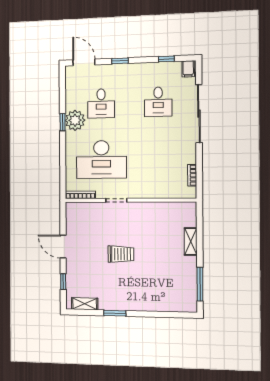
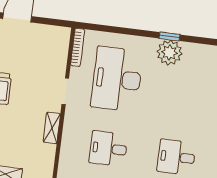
desk: (101, 103) -> (108, 149), moved
shelving: (147, 207) -> (52, 128), added

